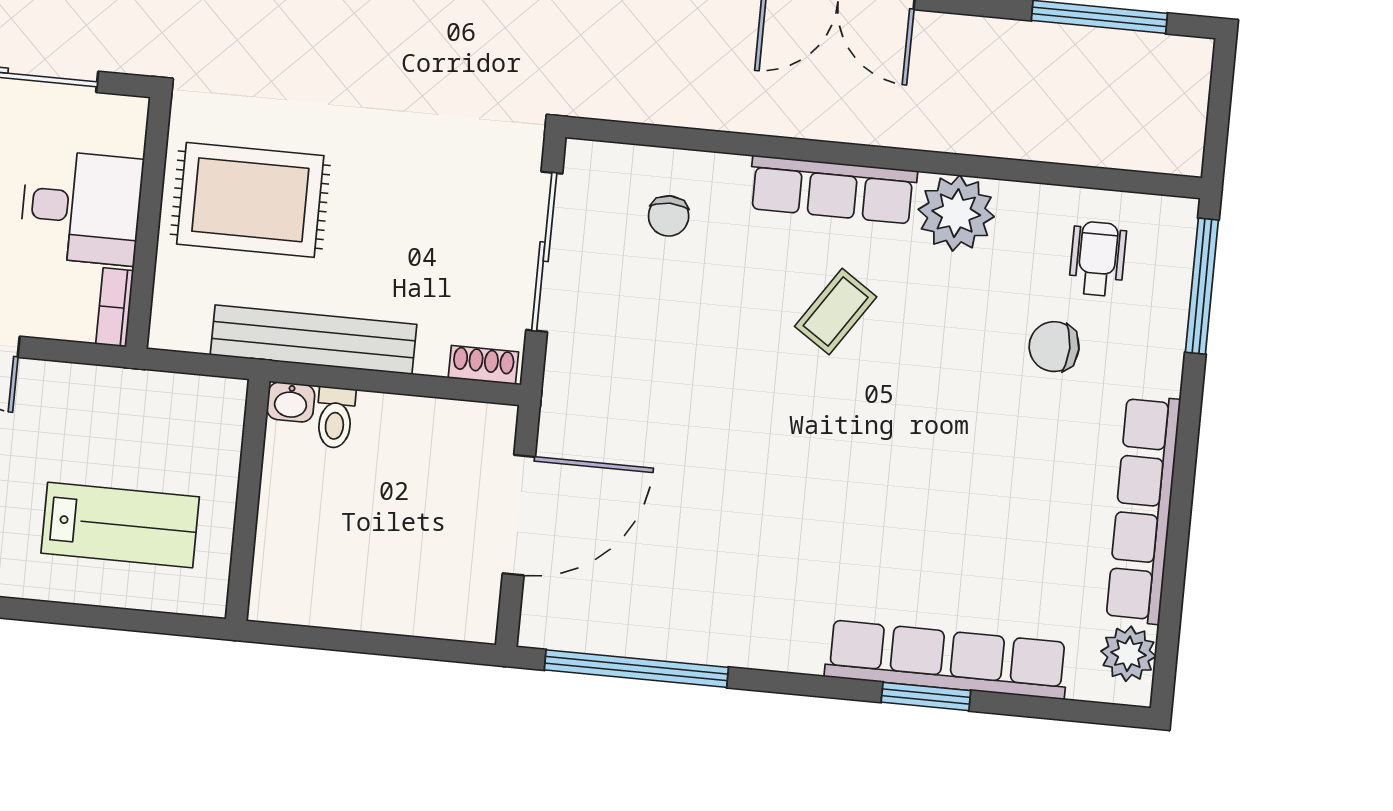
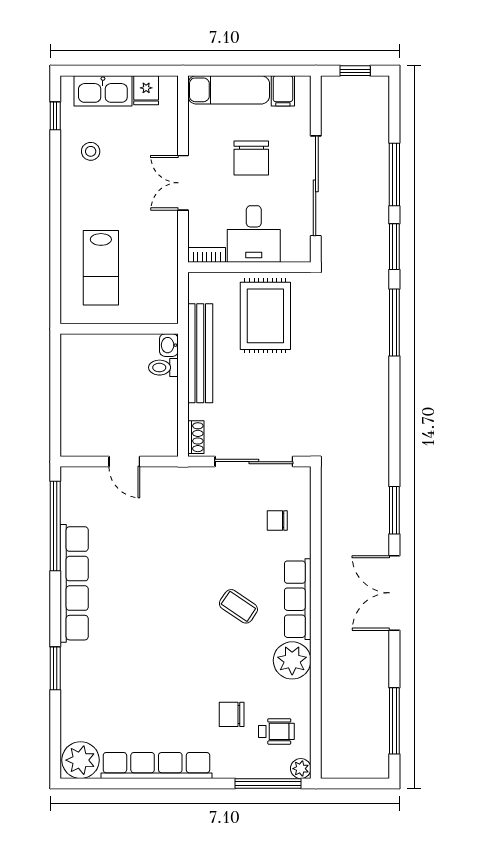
plant: (1178, 217) -> (301, 769), added
chair: (1054, 347) -> (232, 714), turned -90
door: (519, 515) -> (124, 462), width x0.53
plant: (1128, 654) -> (81, 760), width x1.36, depth x1.36
row of seats: (947, 660) -> (74, 583), moved

